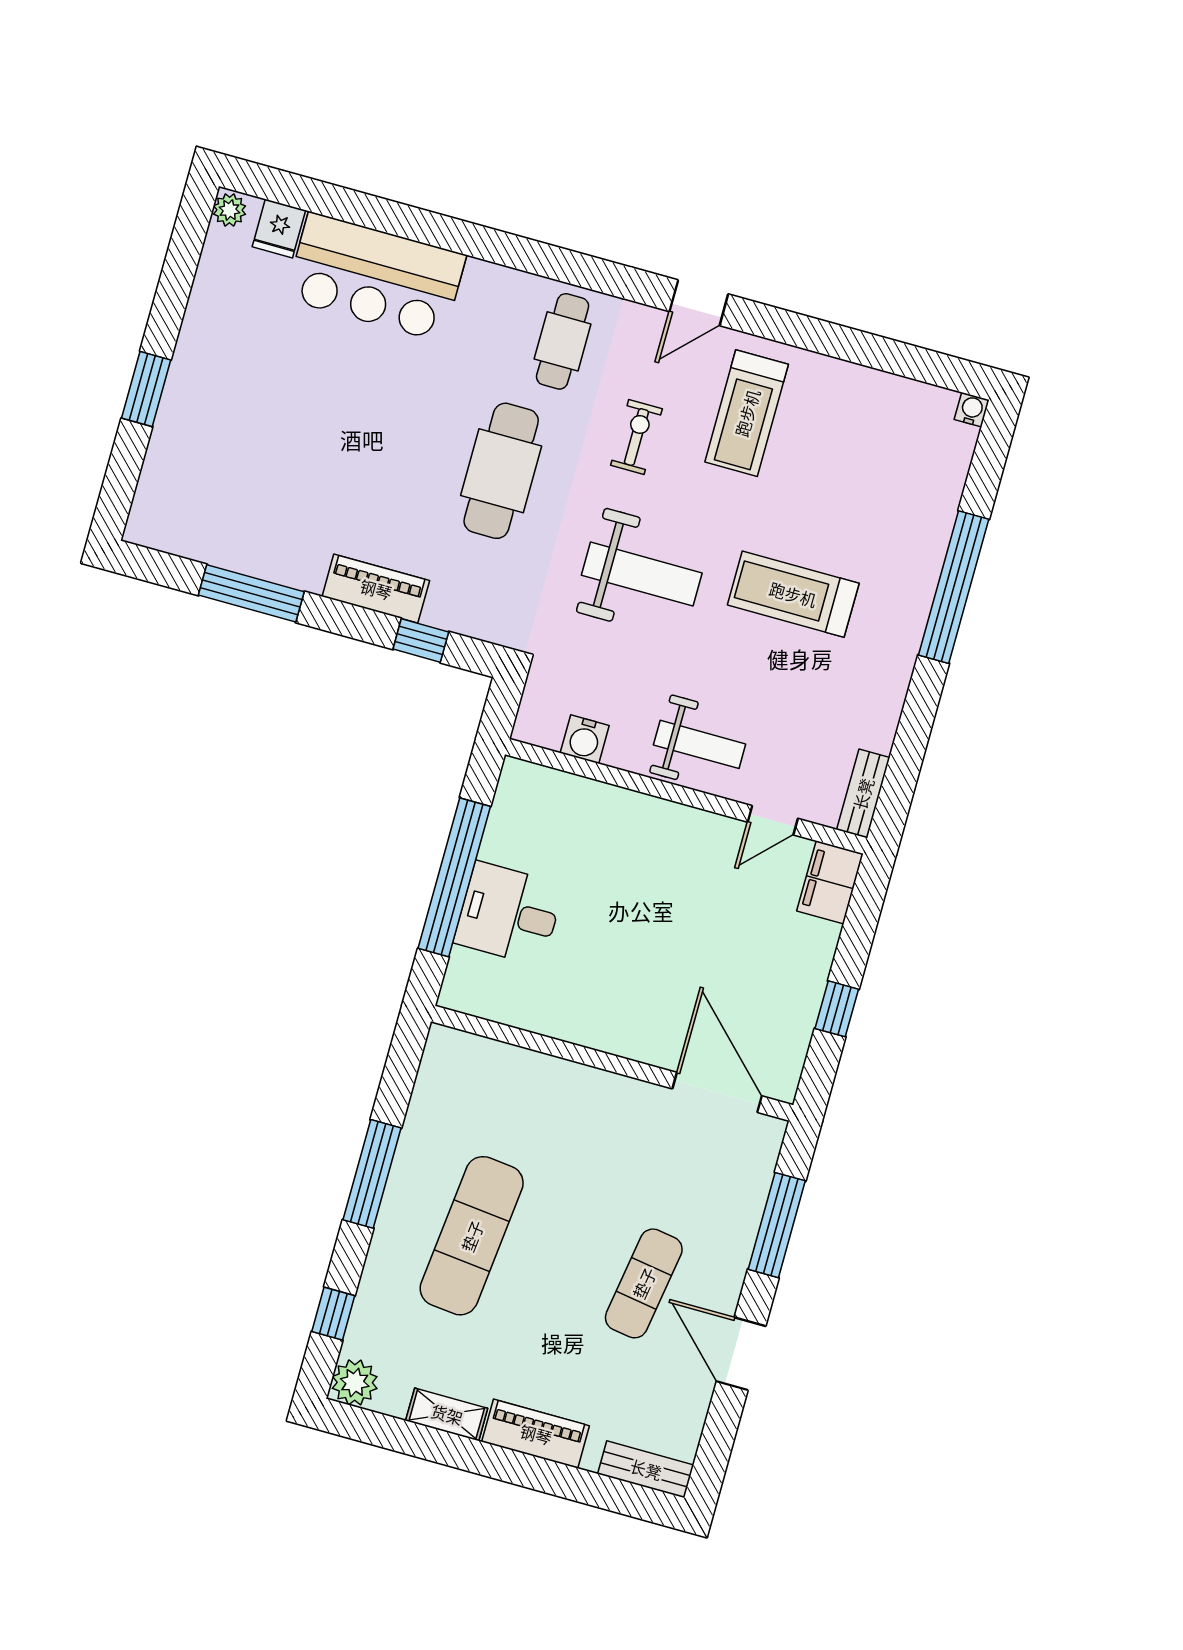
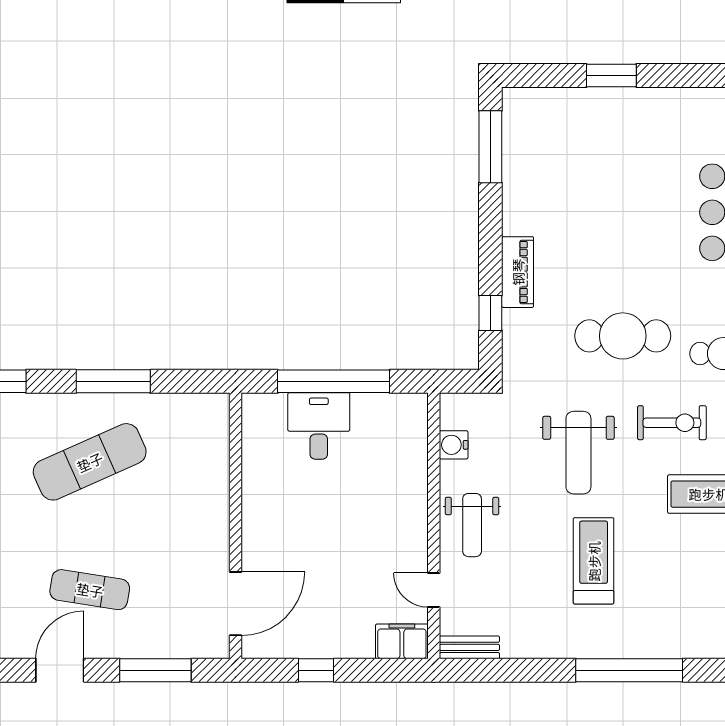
exercise bike: (636, 437) -> (672, 423), width x1.38, depth x1.39
window: (251, 593) -> (490, 147), moved
exercise mat: (472, 1236) -> (90, 462), turned -30

